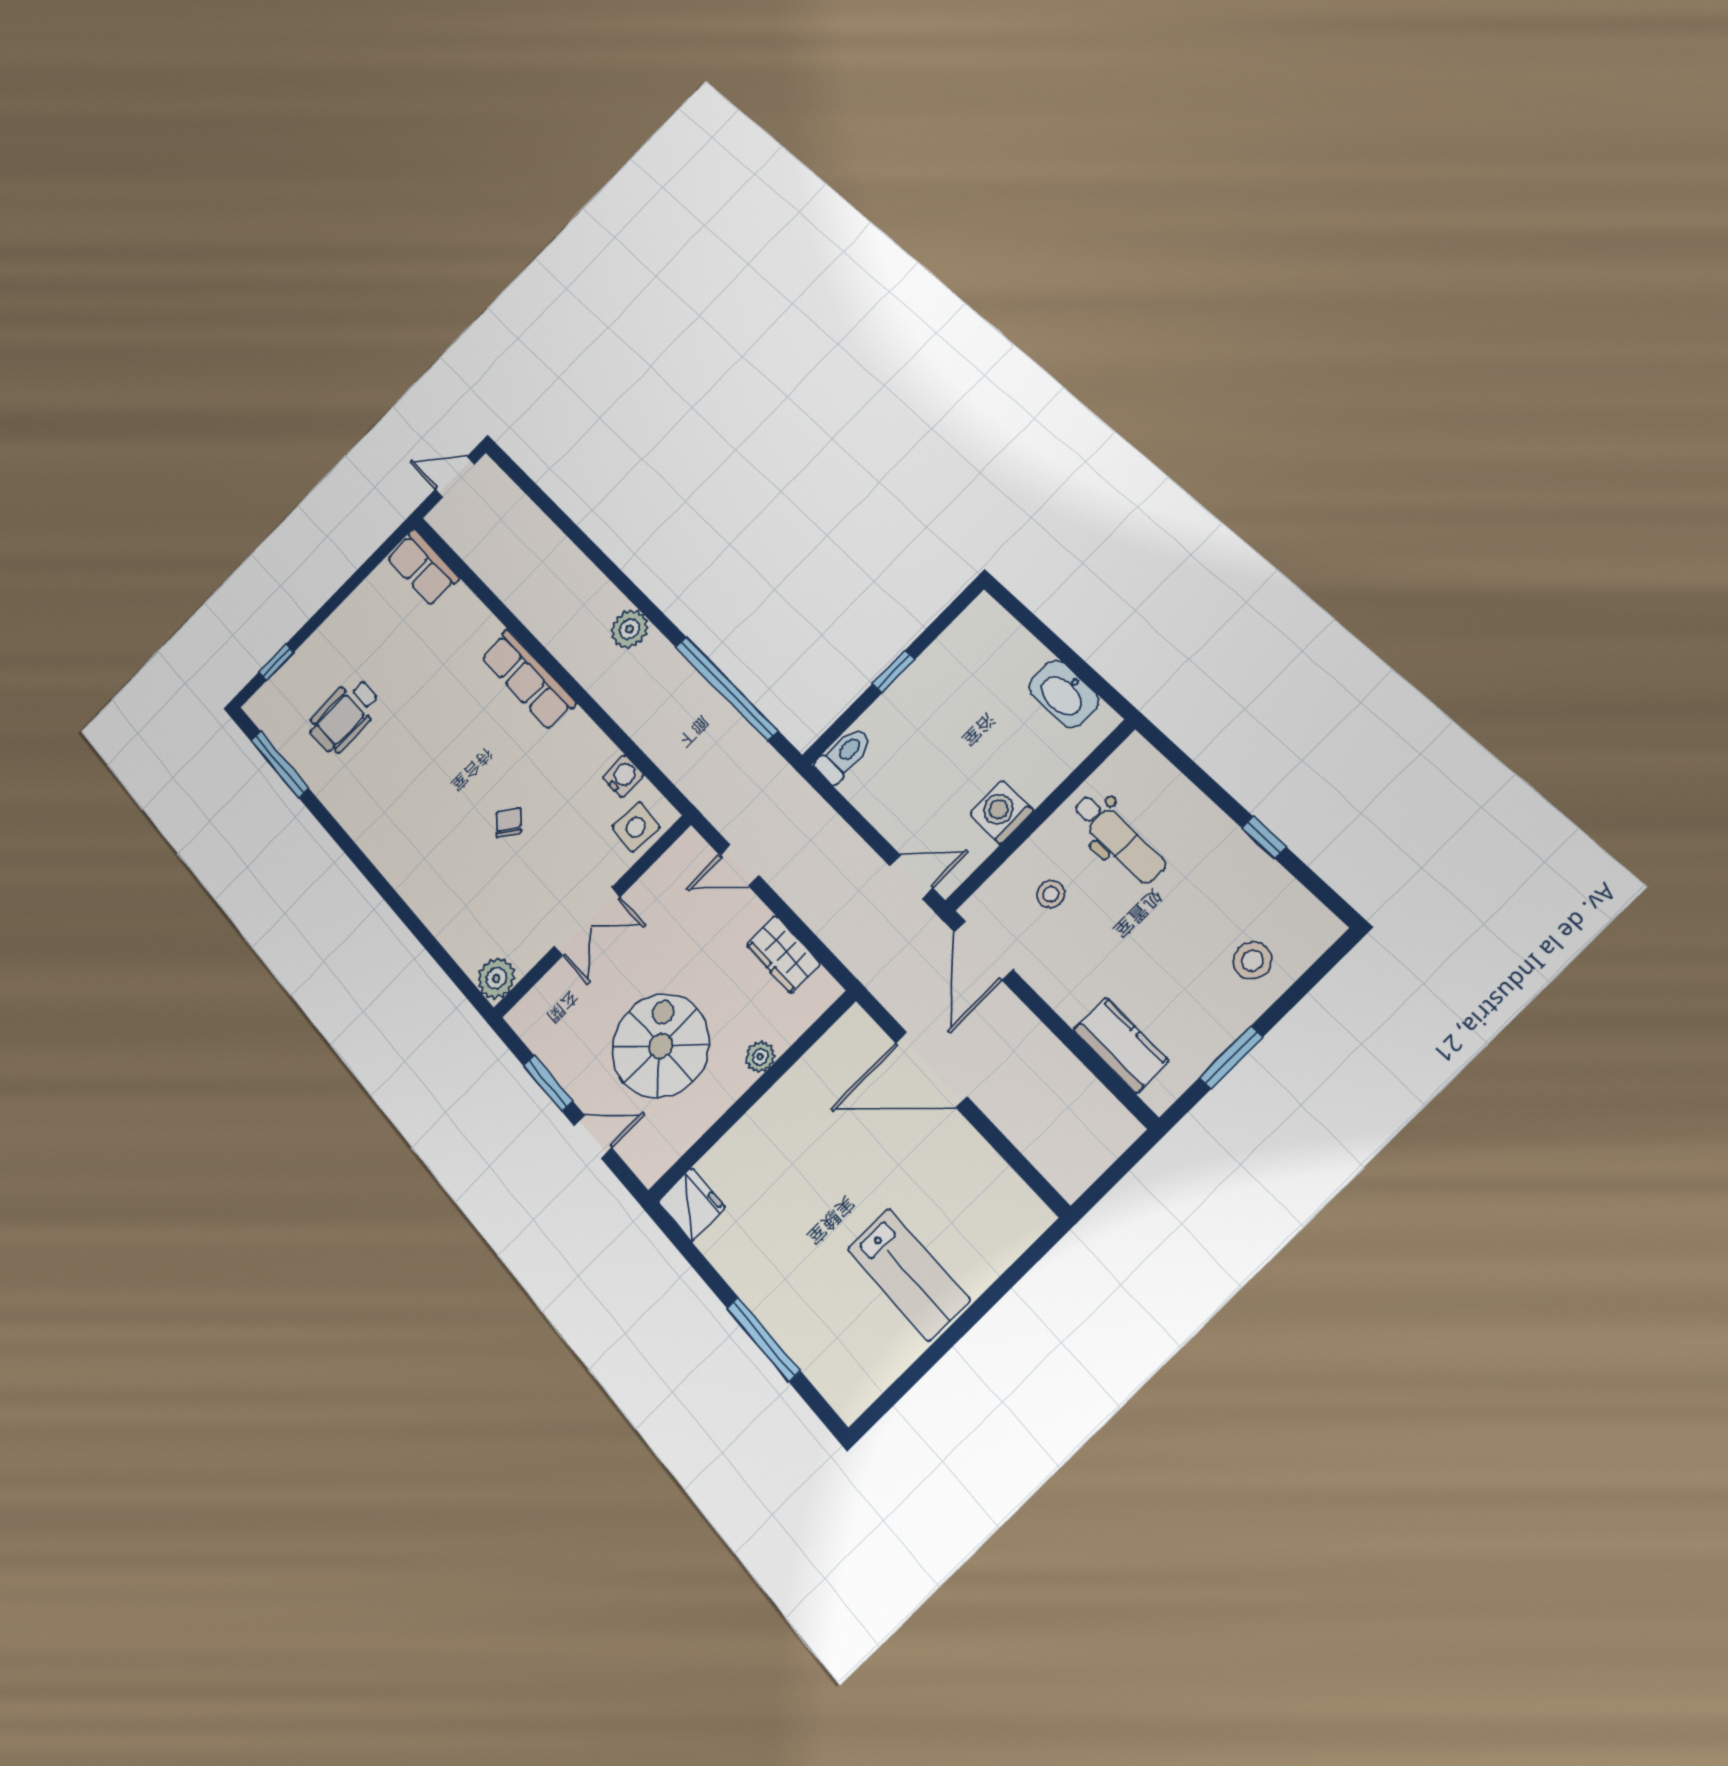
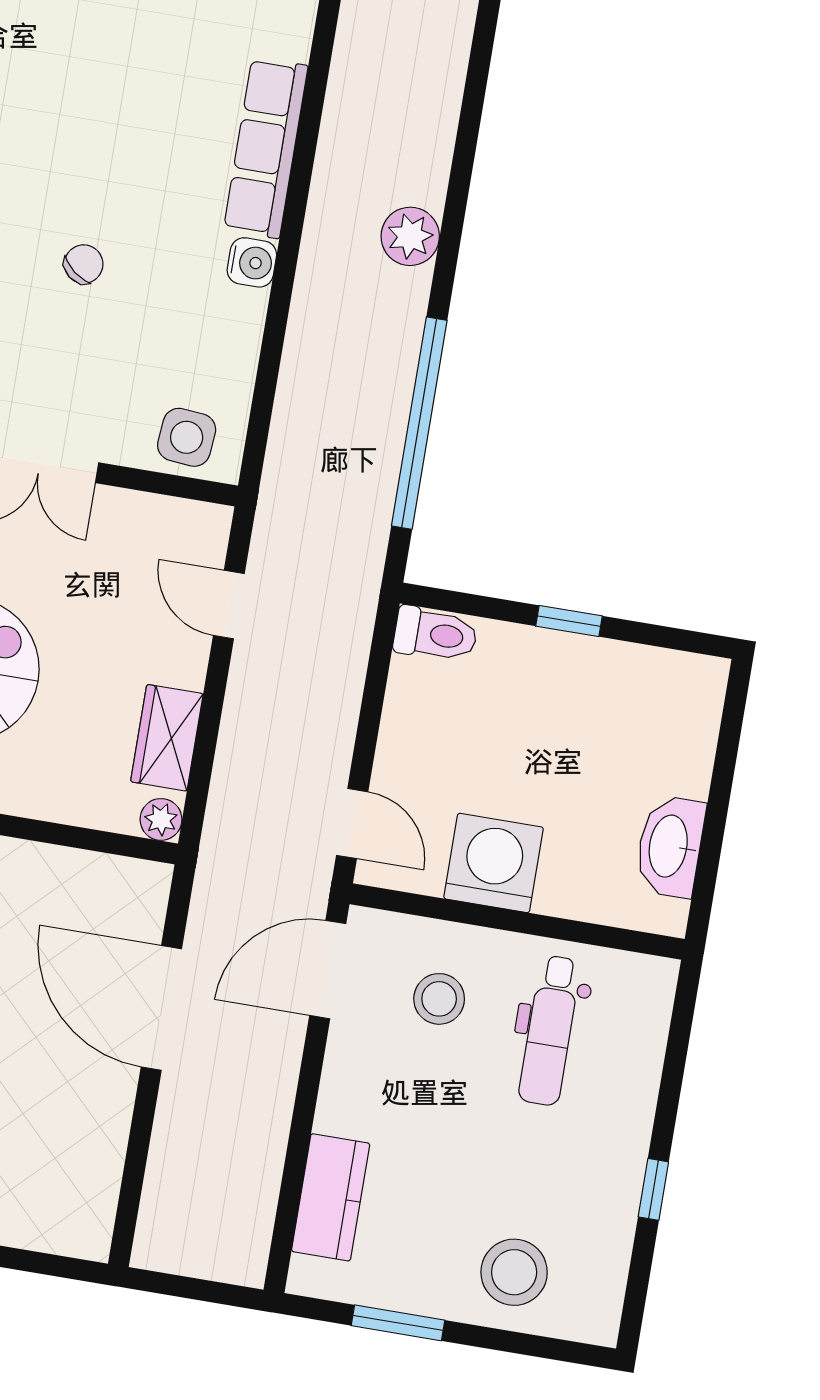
water cooler: (623, 776) -> (252, 262), moved
washing machine: (1002, 812) -> (494, 863), width x1.37, depth x1.37
stool: (1051, 894) -> (439, 999), width x1.37, depth x1.37
stool: (1252, 961) -> (514, 1272), width x1.38, depth x1.38
plant: (760, 1057) -> (161, 819), moved

